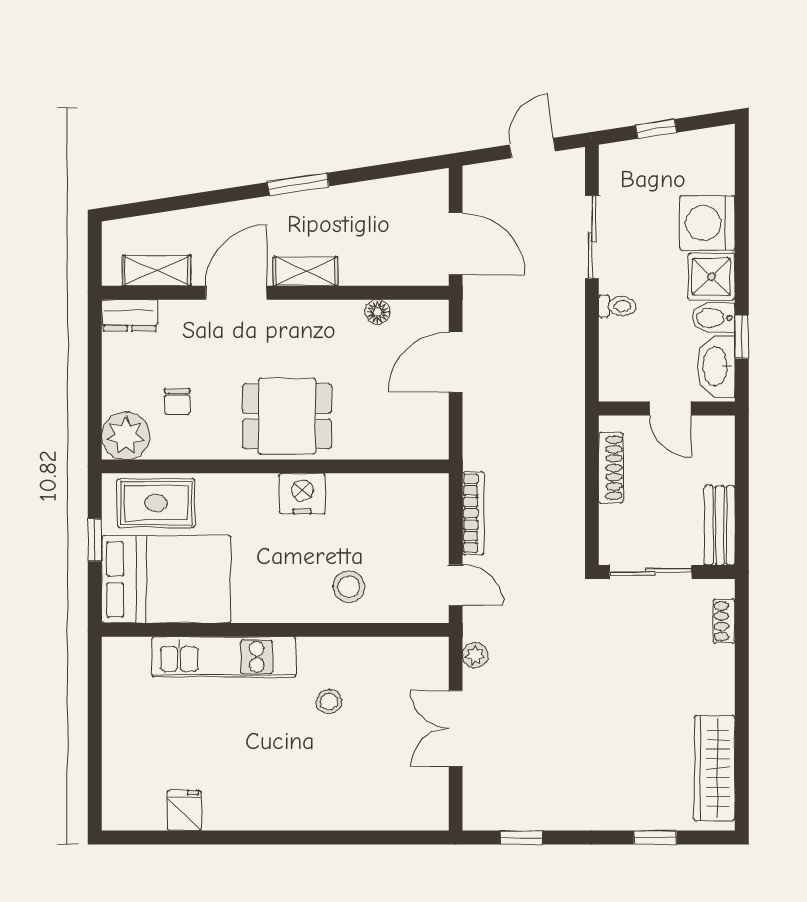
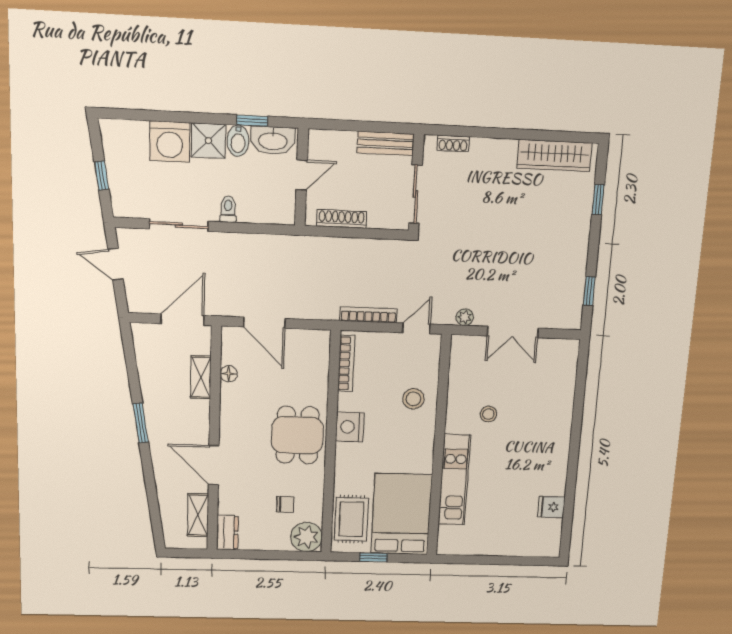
shelving: (305, 271) -> (201, 377), moved
bookcase: (399, 484) -> (346, 363), added

